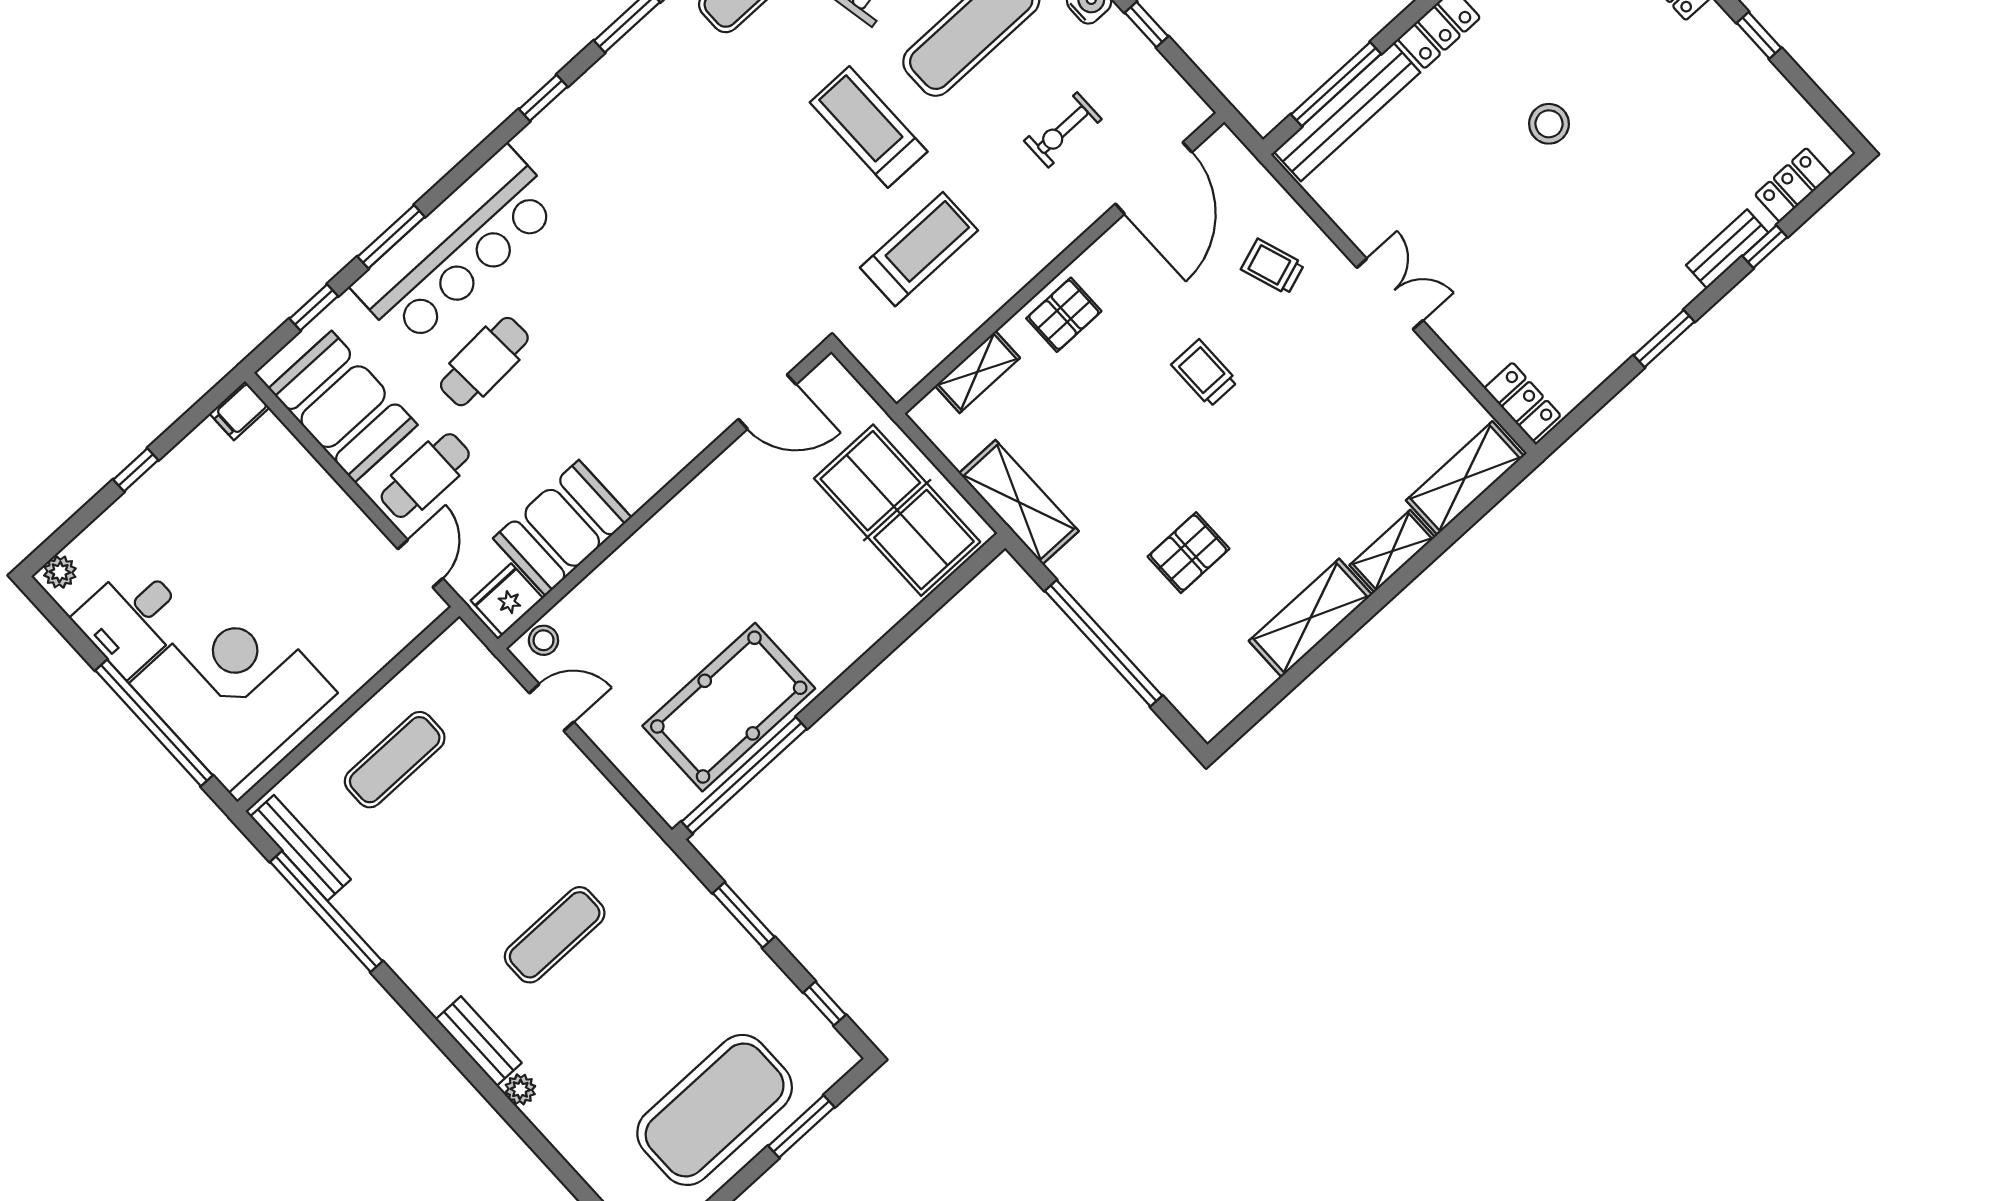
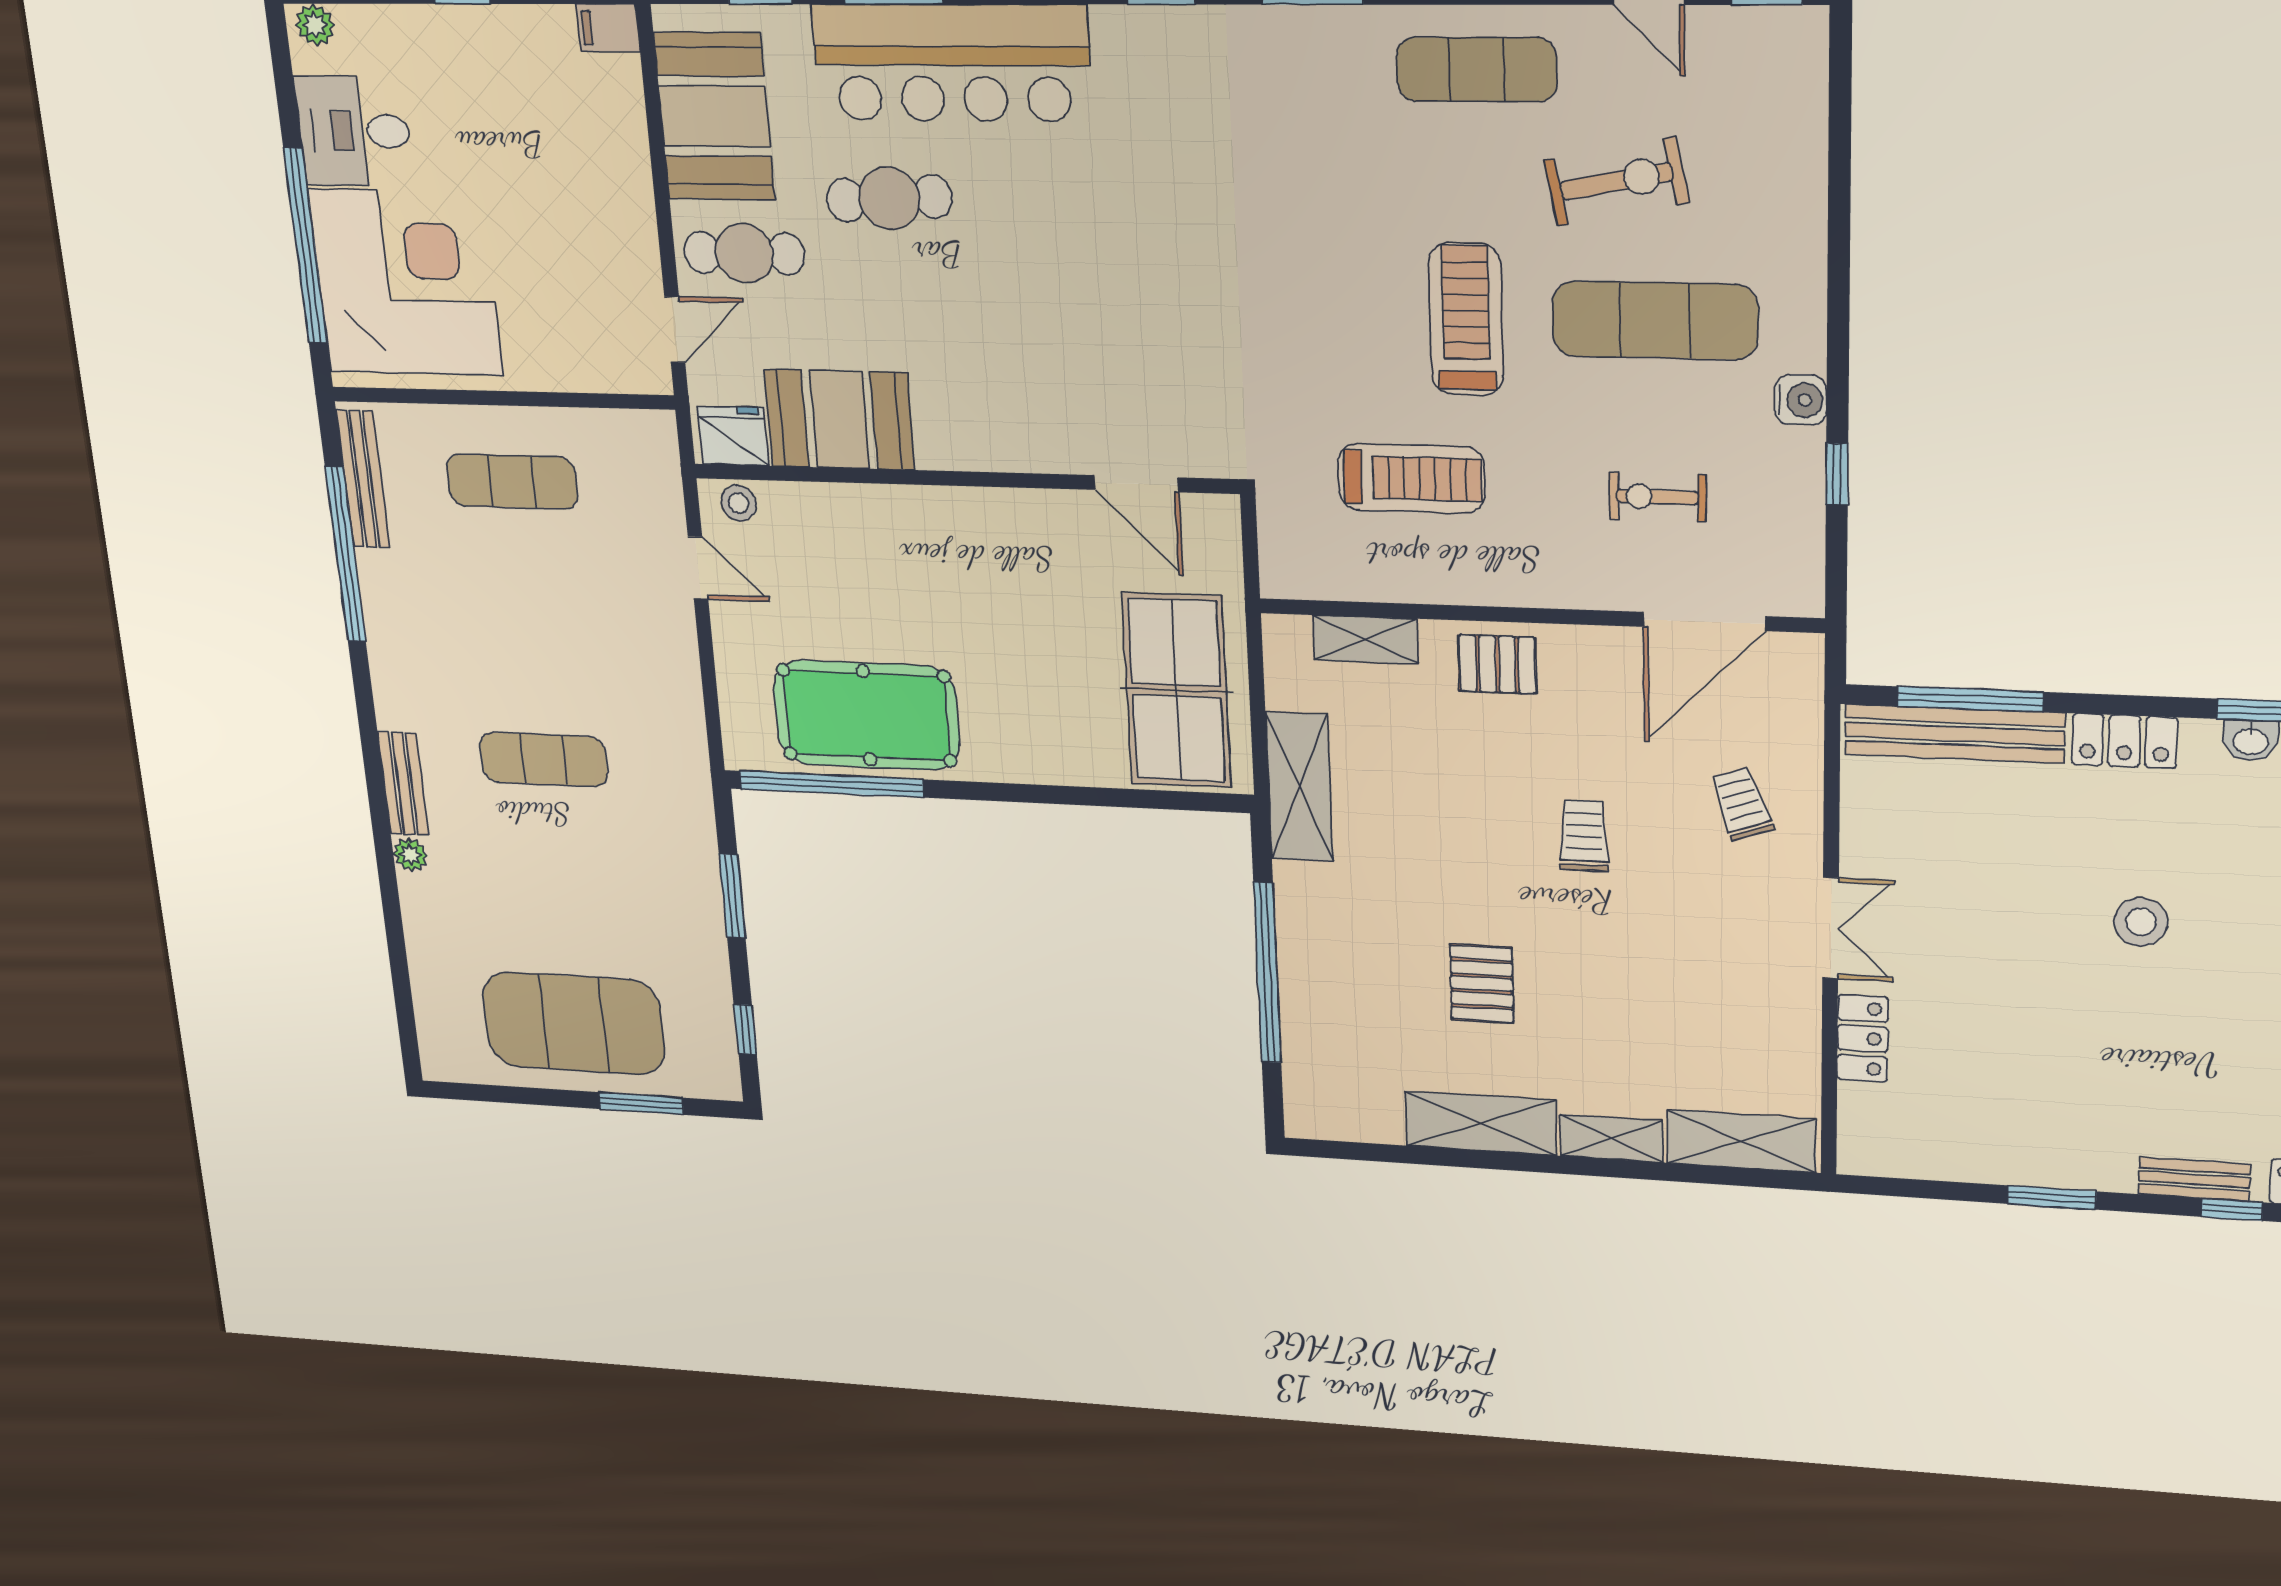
locker: (1522, 402) -> (1863, 1038), moved
pallet: (1188, 553) -> (1482, 984), moved, turned 90

